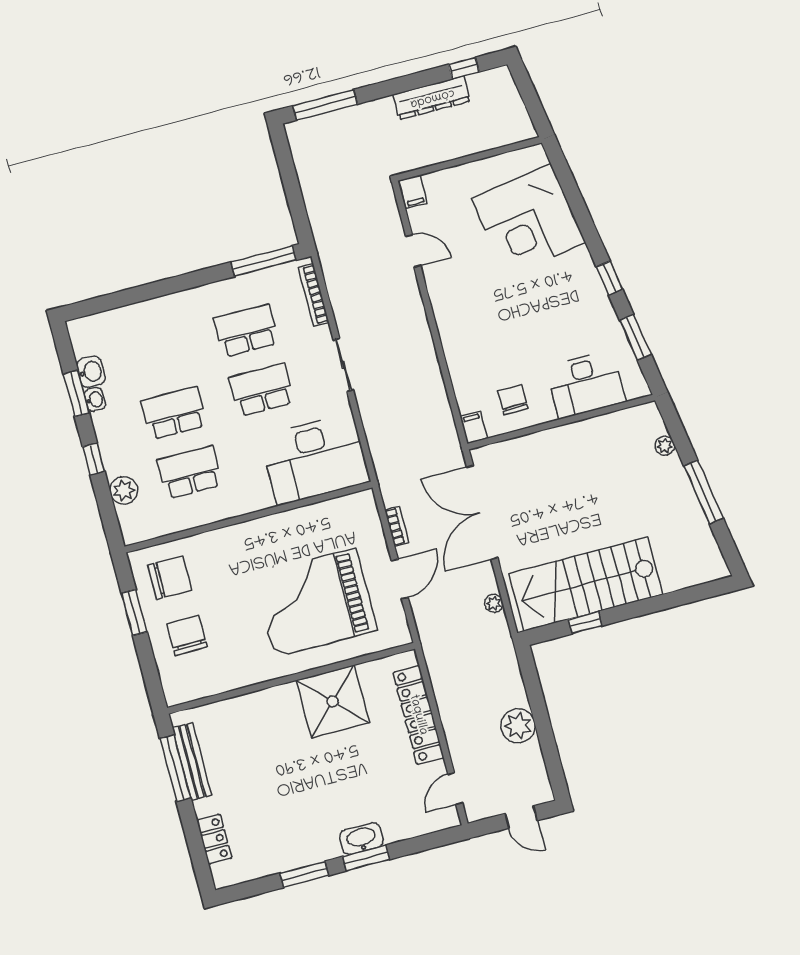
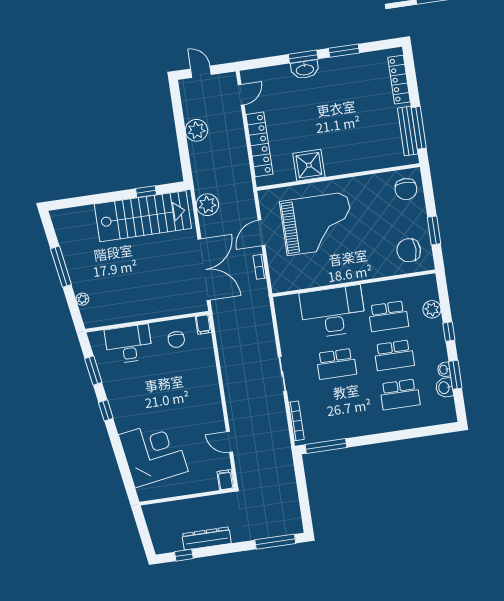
school desk: (246, 331) -> (400, 394), moved
desk: (315, 459) -> (333, 312), moved
plant: (494, 603) -> (207, 205), width x1.88, depth x1.88
chair: (187, 635) -> (406, 189), moved
shower: (333, 701) -> (309, 165), width x0.73, depth x0.73
locker: (214, 839) -> (399, 80), width x1.53

